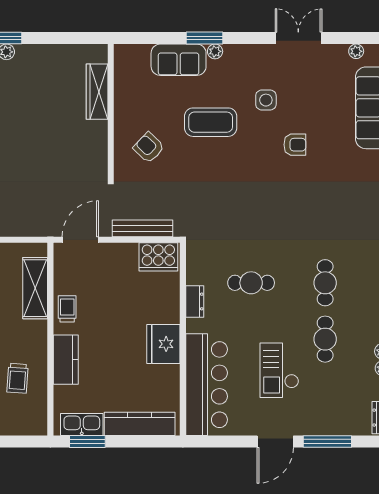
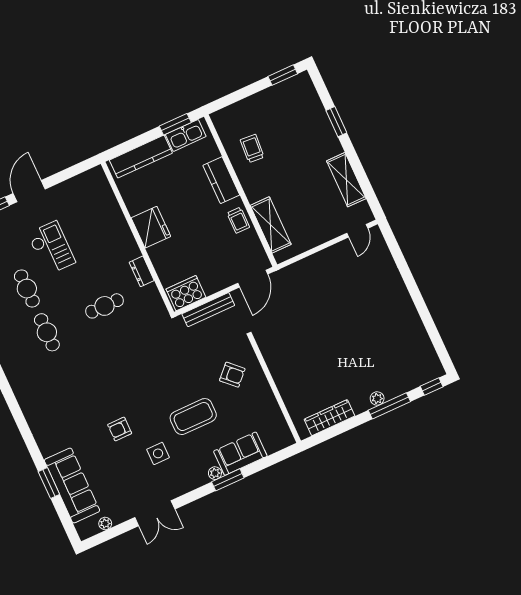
wardrobe: (97, 92) -> (329, 418), moved, turned -90
bar counter: (207, 385) -> (103, 211), removed

